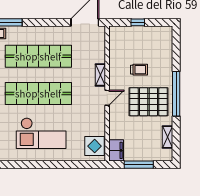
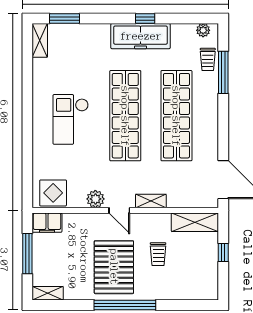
shelving: (116, 43) -> (195, 222), added
plant: (99, 115) -> (95, 199), added
checkout: (41, 133) -> (71, 119), width x0.73, depth x0.83
shelving: (167, 137) -> (48, 293), moved

